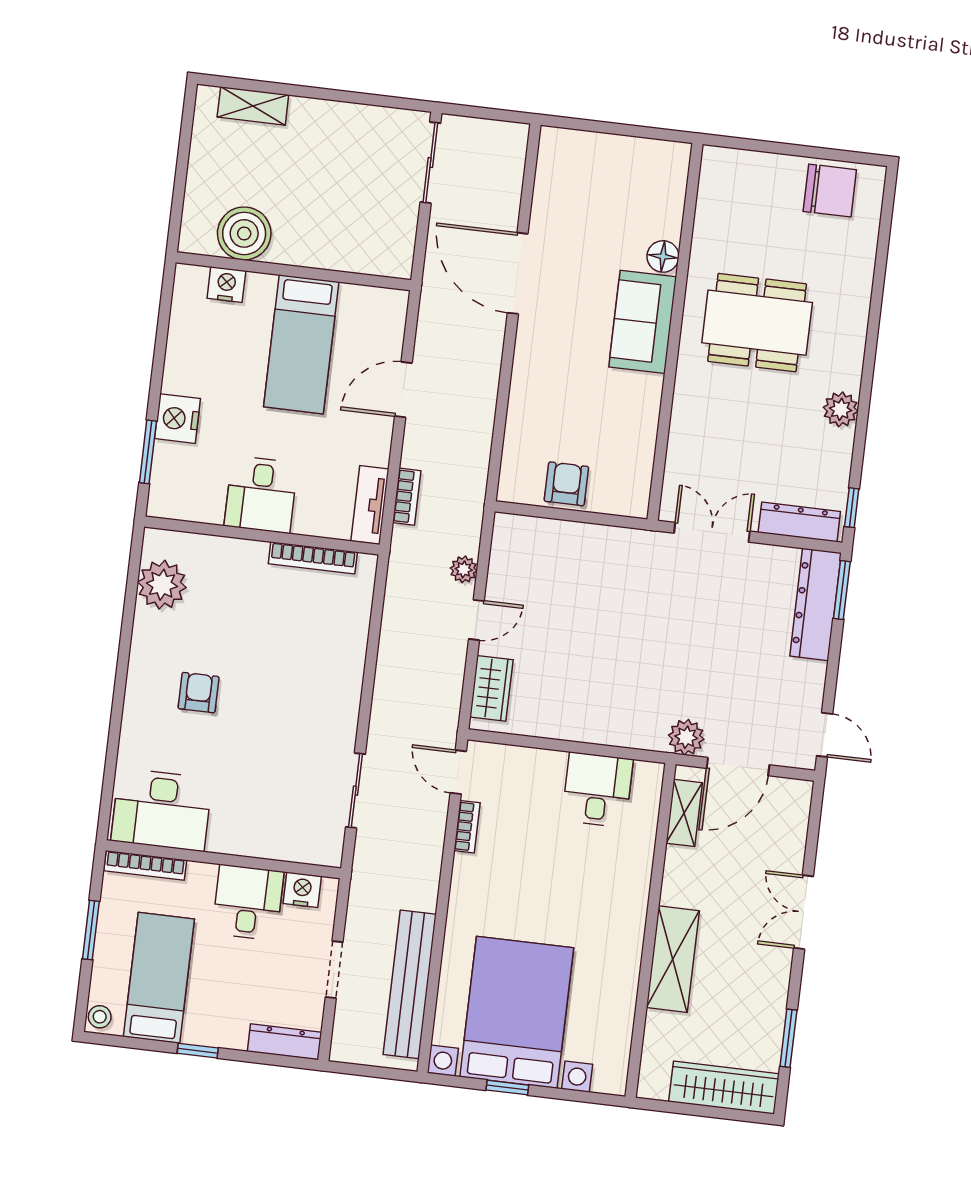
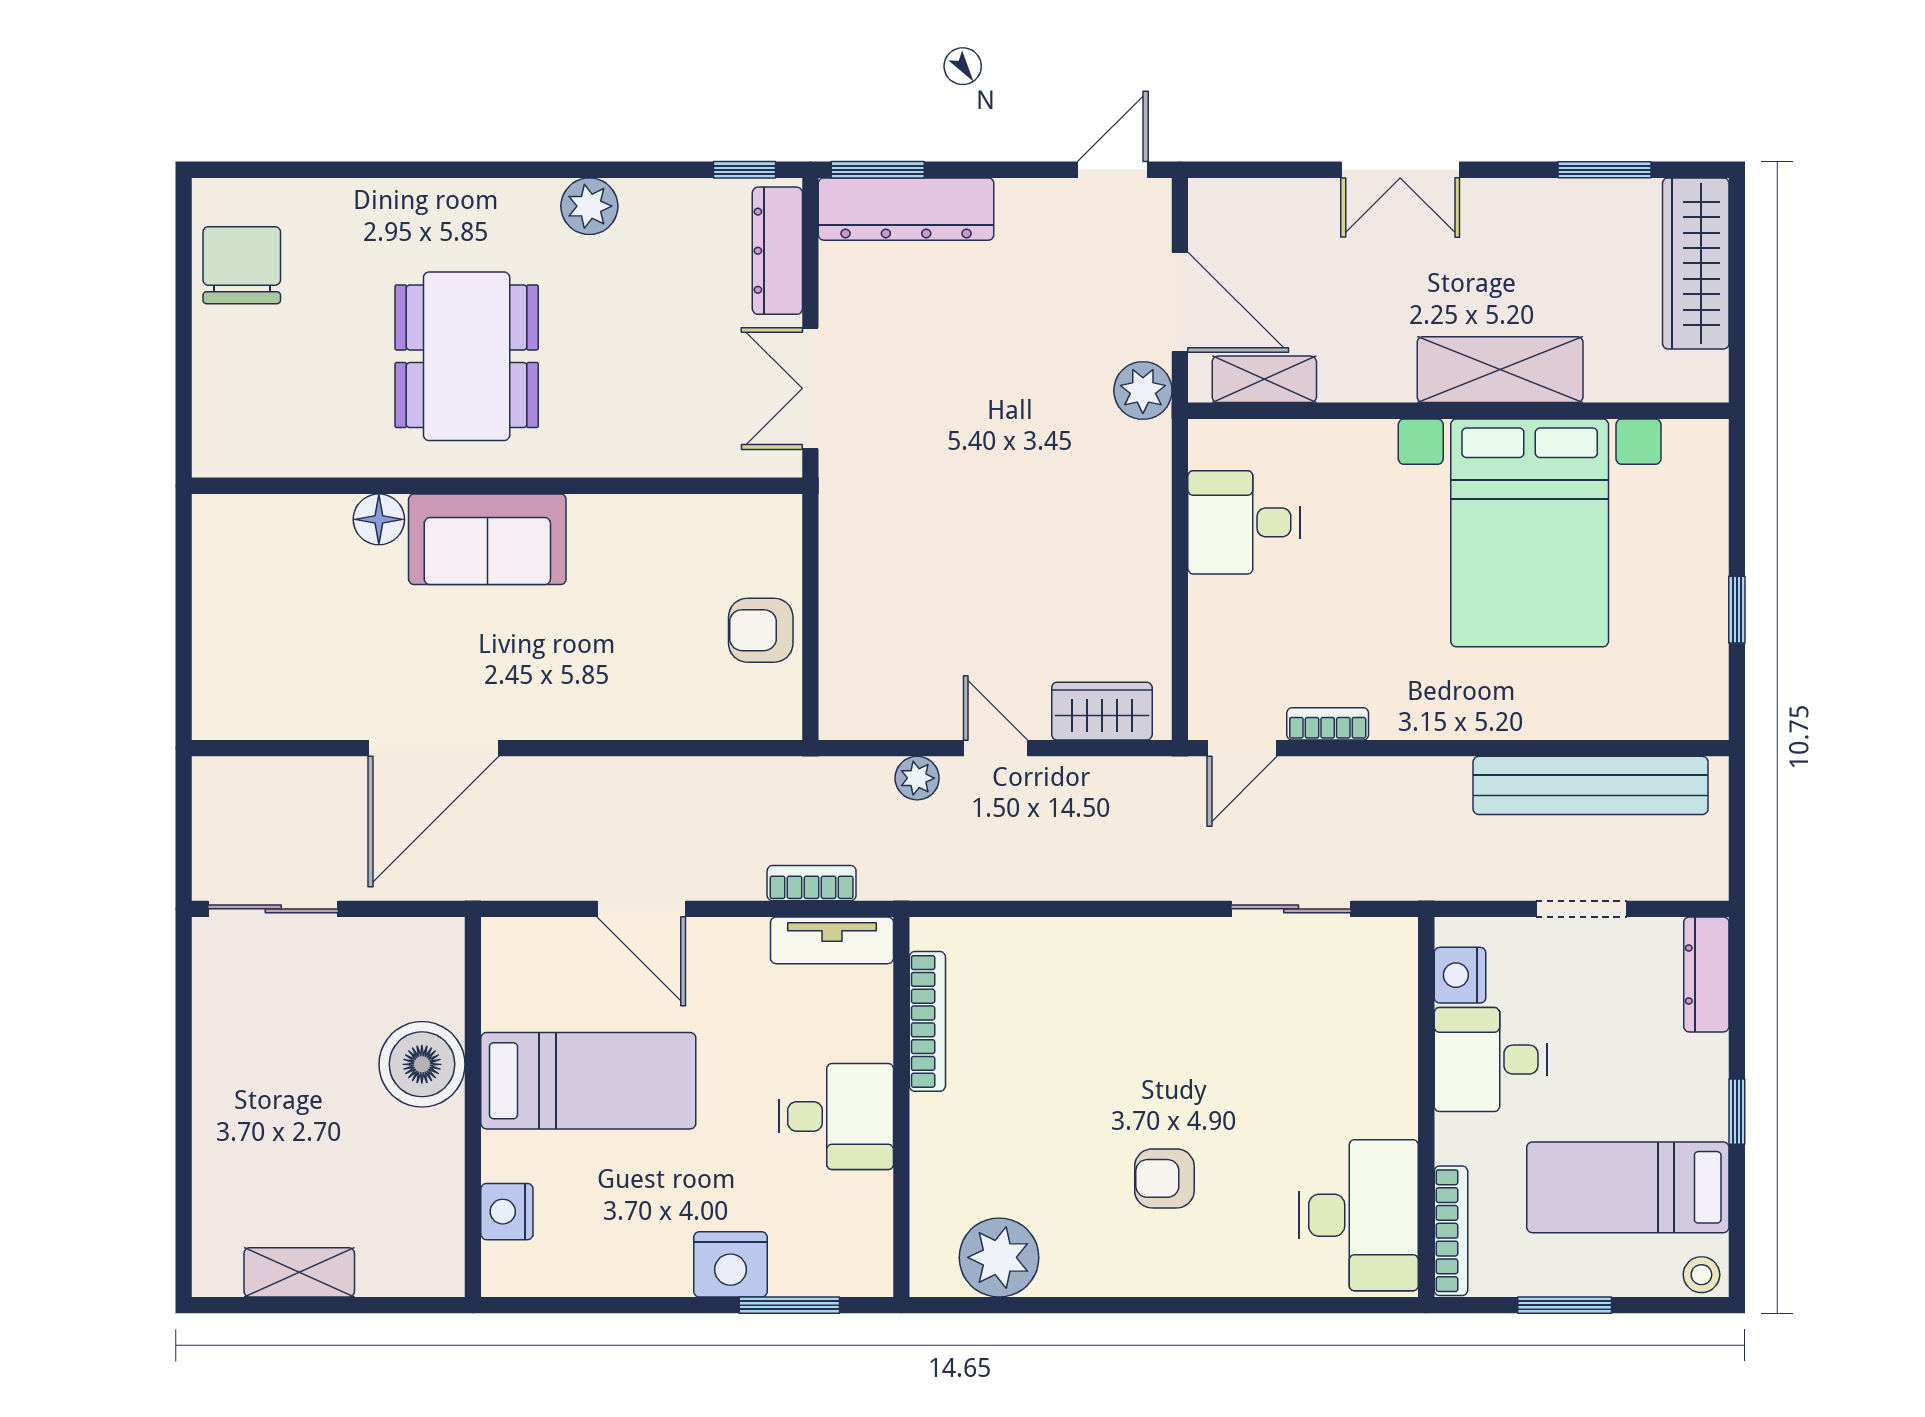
shelving: (253, 106) -> (299, 1272), moved, turned 90
boiler: (244, 233) -> (422, 1064), moved
bed with nightstands: (517, 1012) -> (1530, 533), moved, turned -90

